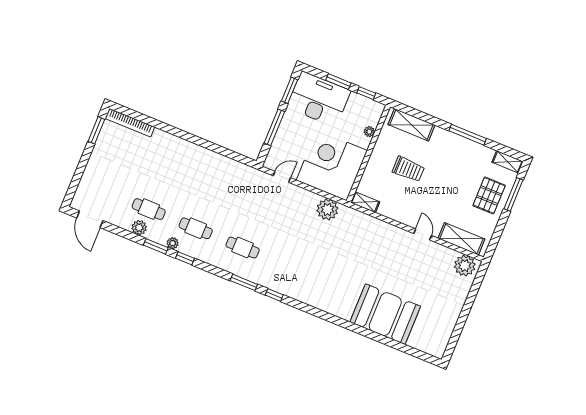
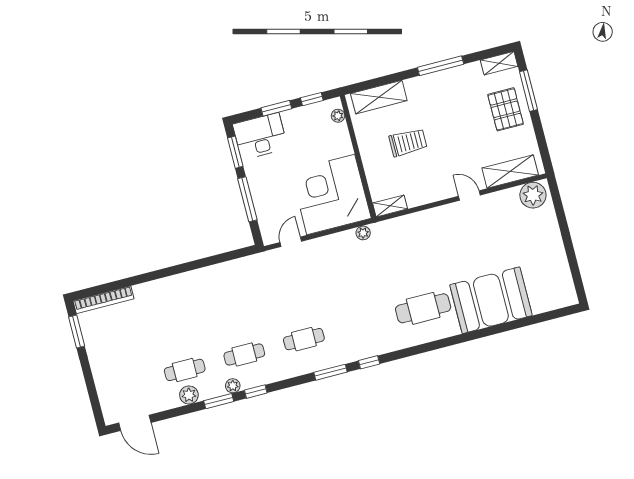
desk: (319, 99) -> (260, 136), width x0.73, depth x0.77
plant: (369, 132) -> (338, 116), moved
plant: (327, 209) -> (363, 233), width x0.53, depth x0.53
cafe table: (336, 286) -> (423, 308), added

